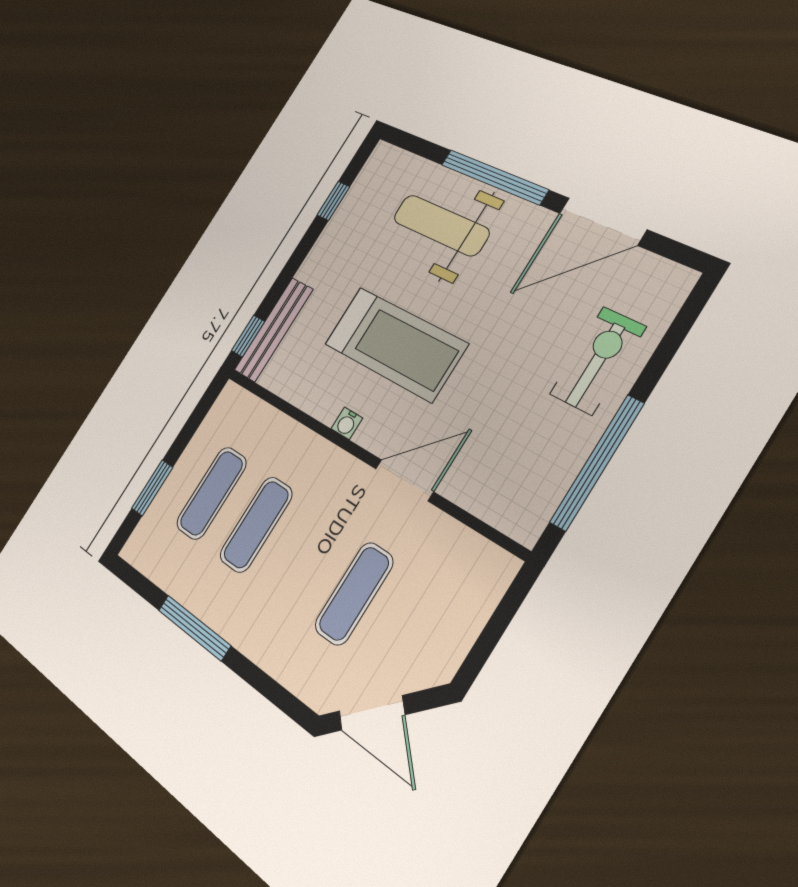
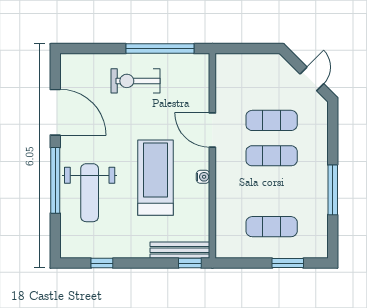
exercise bike: (598, 361) -> (136, 81), moved
exercise mat: (256, 525) -> (272, 156), moved
door: (372, 713) -> (312, 79), width x0.73

